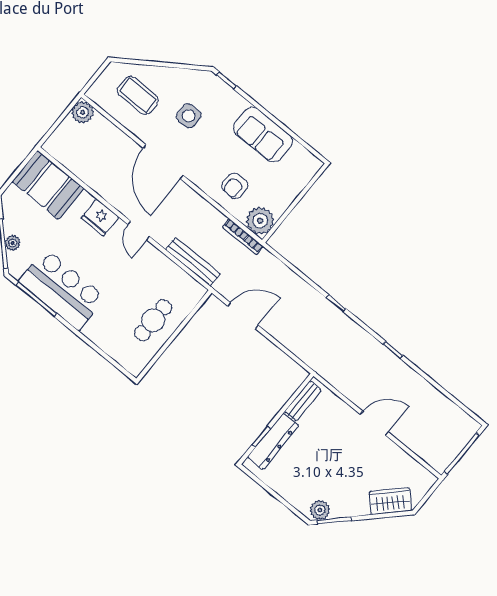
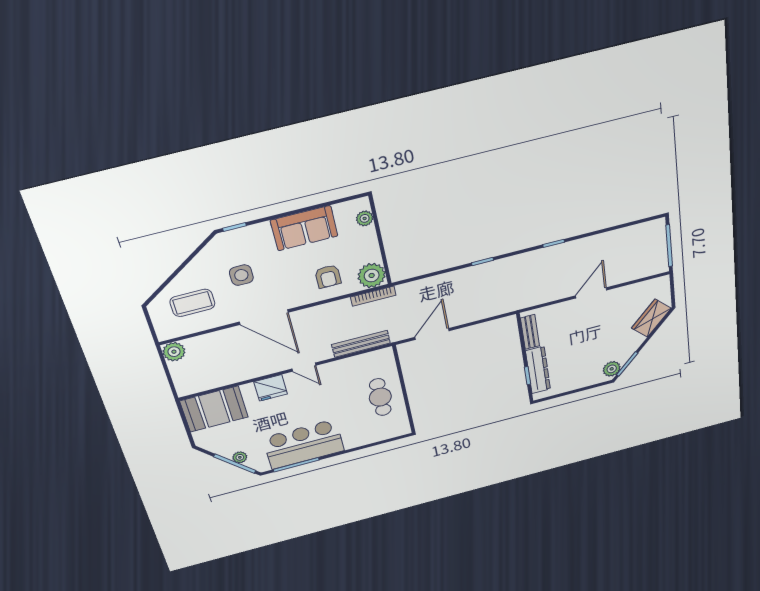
plant: (304, 176) -> (365, 218), added

